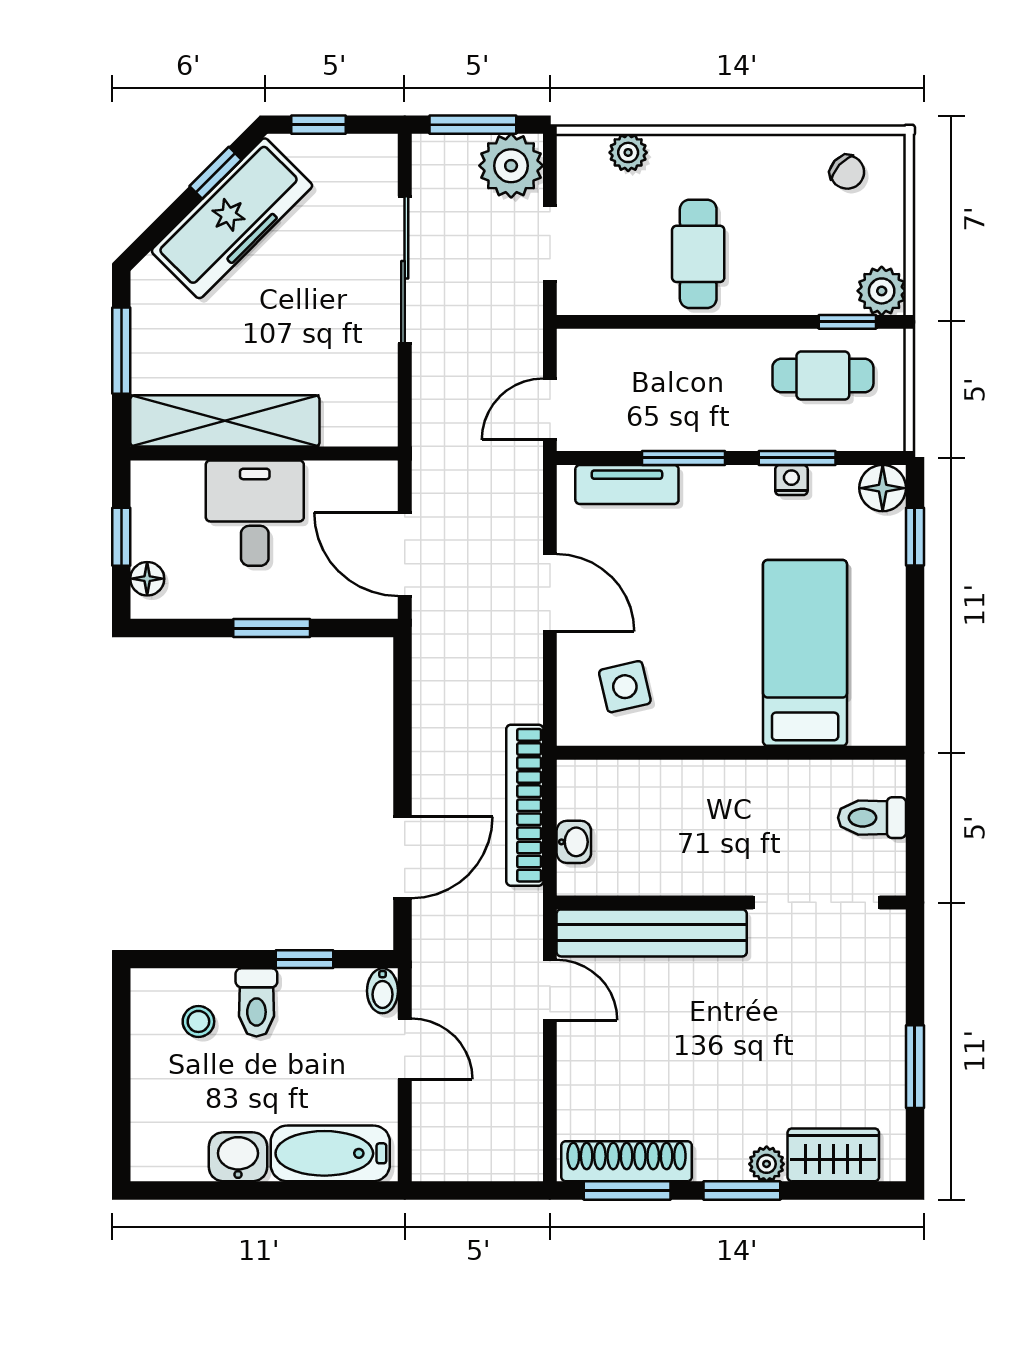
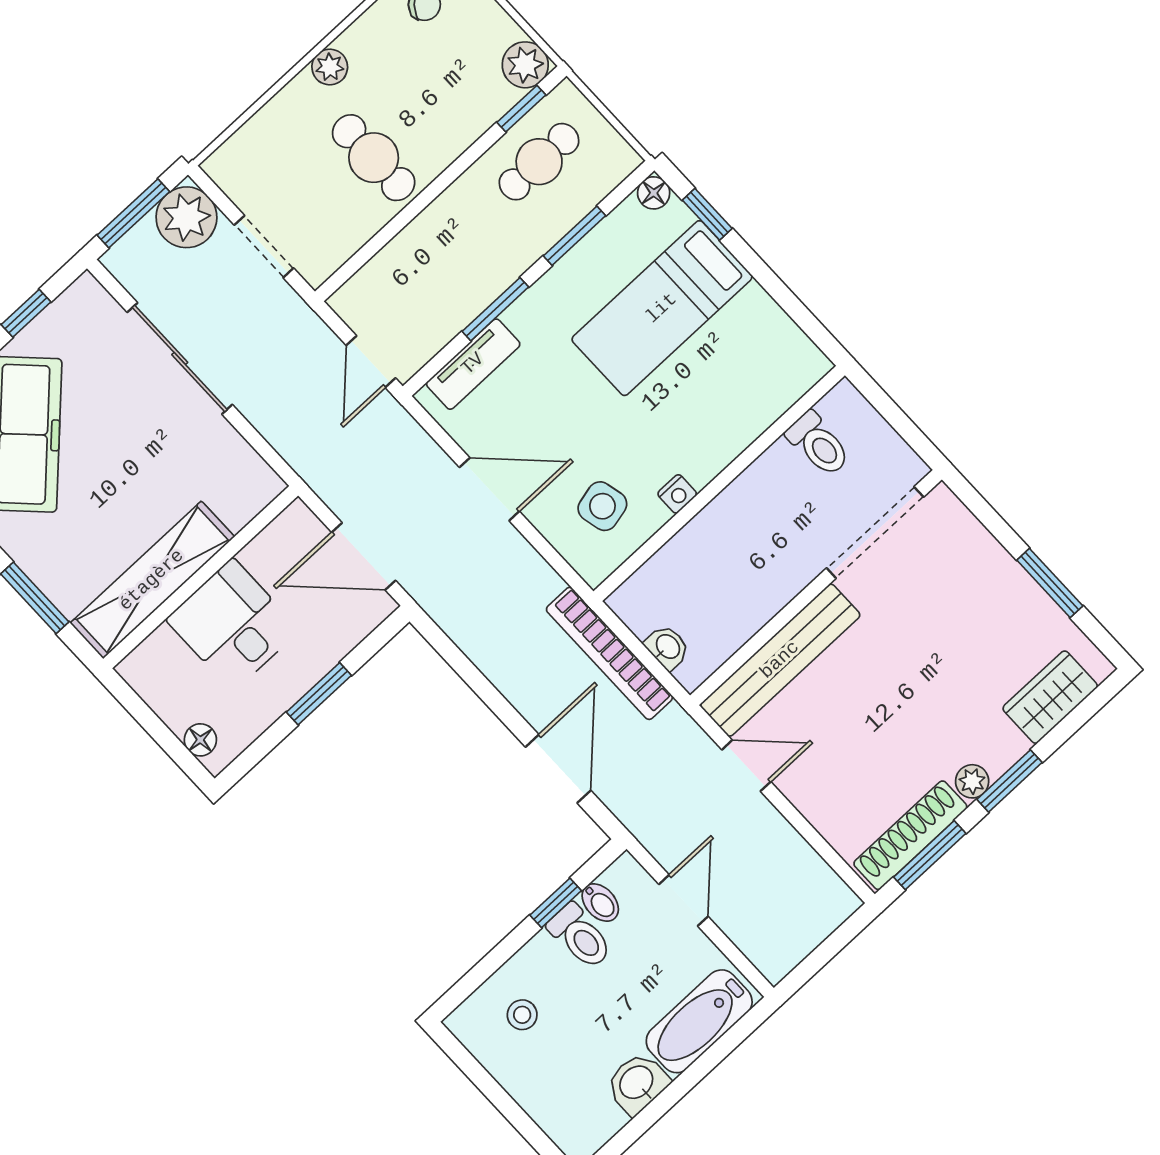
plant: (628, 152) -> (330, 67), moved
nightstand: (791, 480) -> (677, 494), moved, turned 180
floor lamp: (883, 488) -> (654, 193), width x0.73, depth x0.73
window: (121, 537) -> (155, 727), removed
bed: (805, 653) -> (662, 308), moved, turned -90
toilet: (872, 818) -> (818, 444), moved, turned -90
bidet: (383, 991) -> (600, 903), moved
toilet: (256, 1002) -> (580, 936), moved
door: (405, 1049) -> (683, 900), hinge flipped
plant: (767, 1164) -> (972, 781), moved

